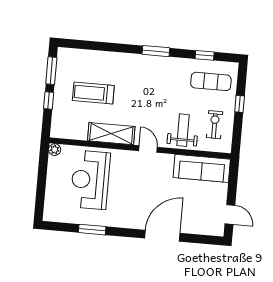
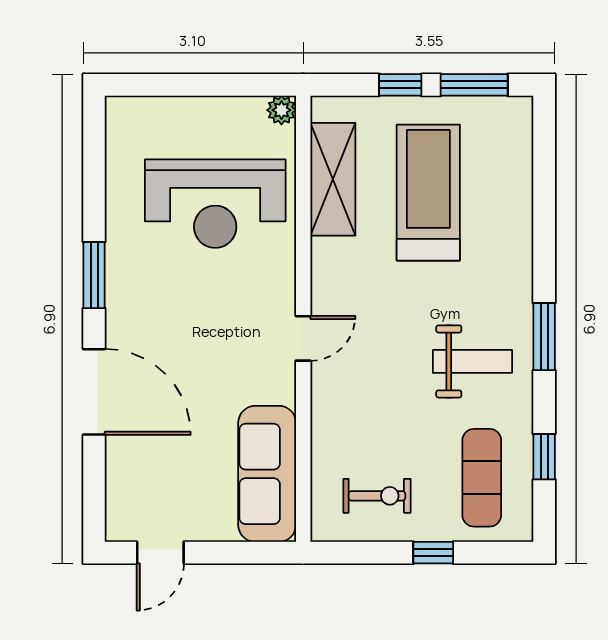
treadmill: (93, 93) -> (428, 193), width x1.37, depth x1.38
weight bench: (183, 130) -> (473, 361), moved
shelving: (111, 134) -> (333, 179), moved
reception desk: (90, 180) -> (215, 204), turned 180
window: (92, 230) -> (94, 275), moved

